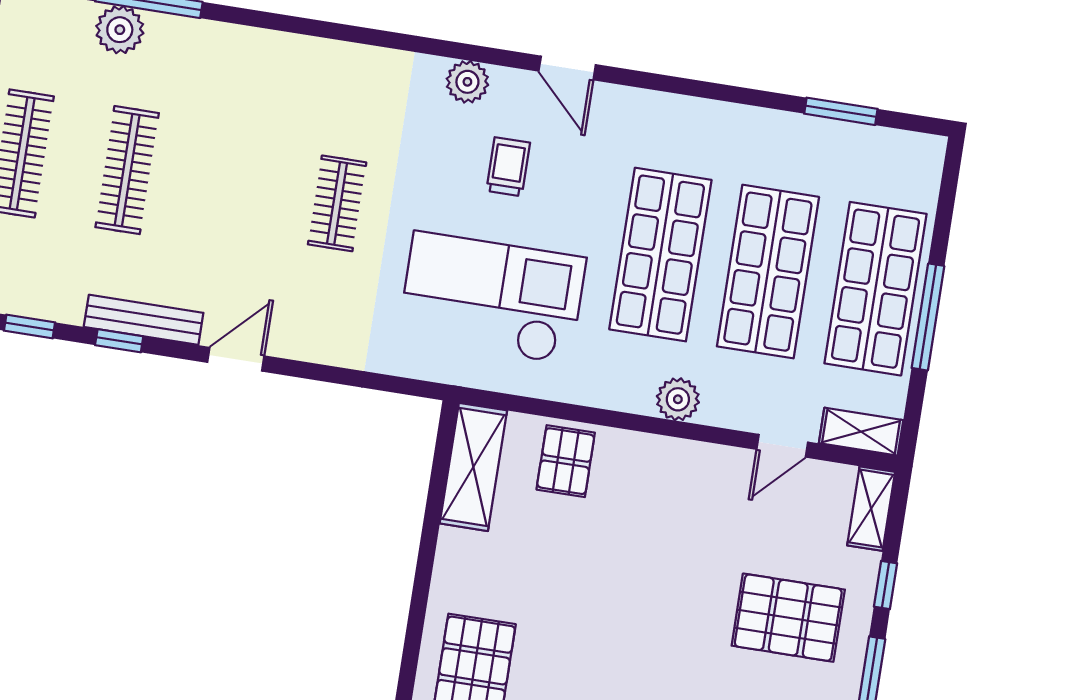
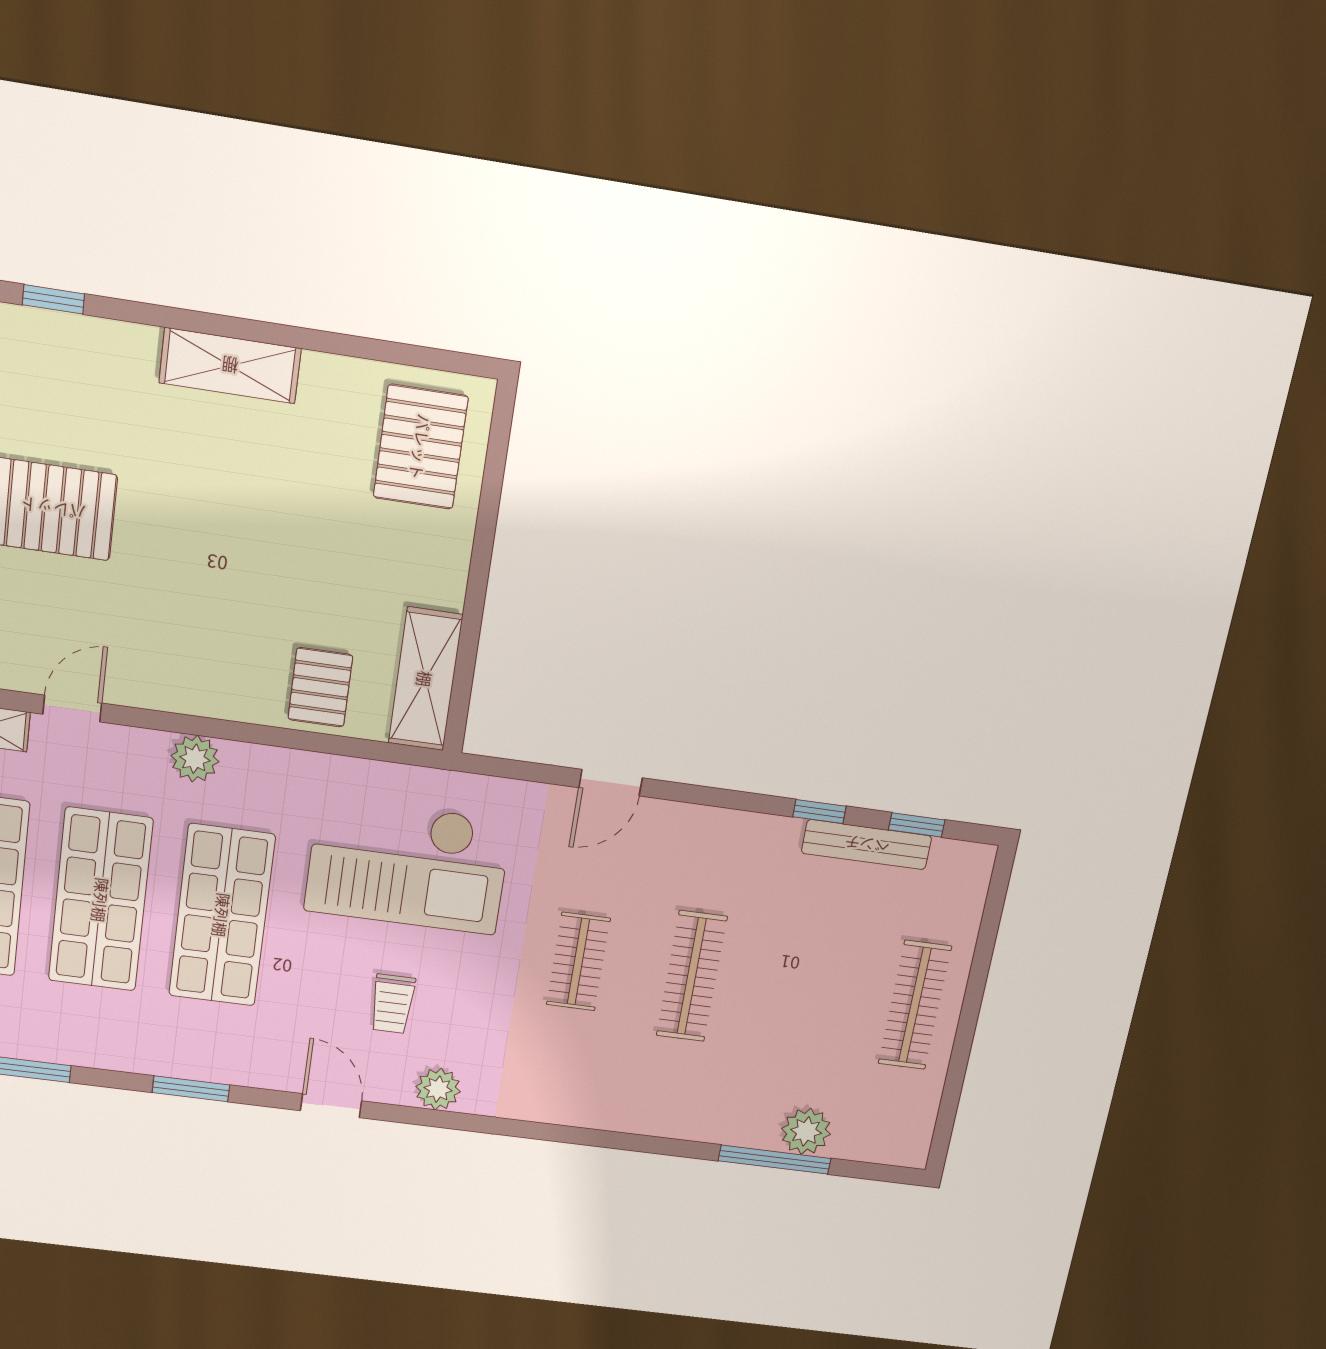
window: (696, 88) -> (191, 1089), added
clothes rail: (127, 170) -> (692, 976), moved
bench: (144, 320) -> (867, 845), moved
door: (236, 359) -> (611, 783), moved

